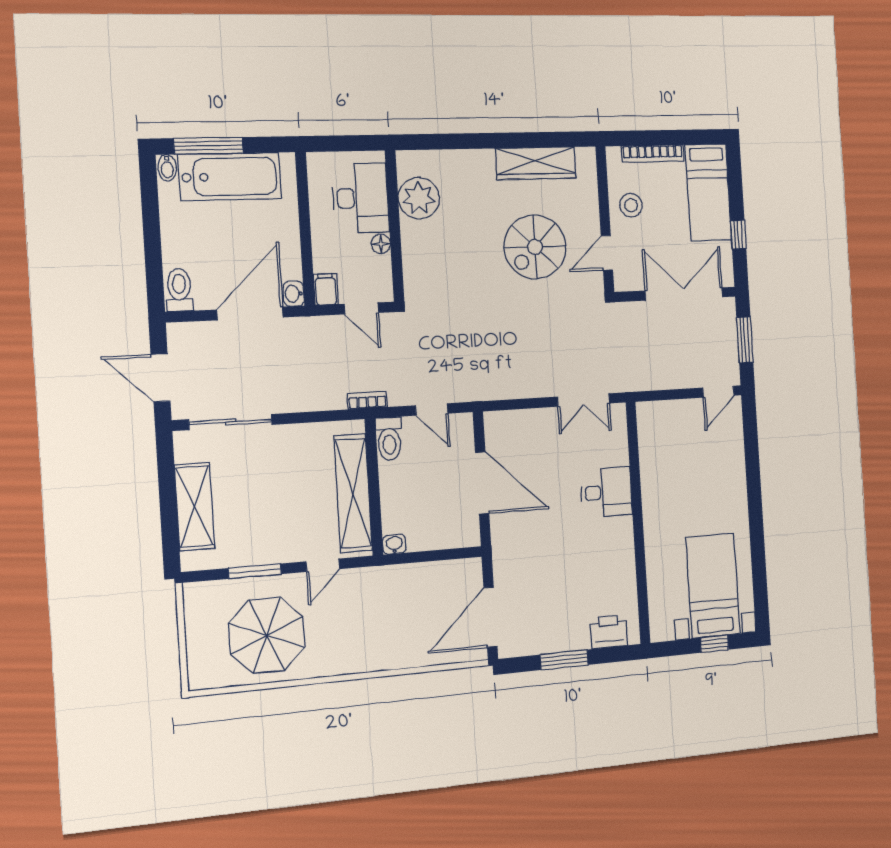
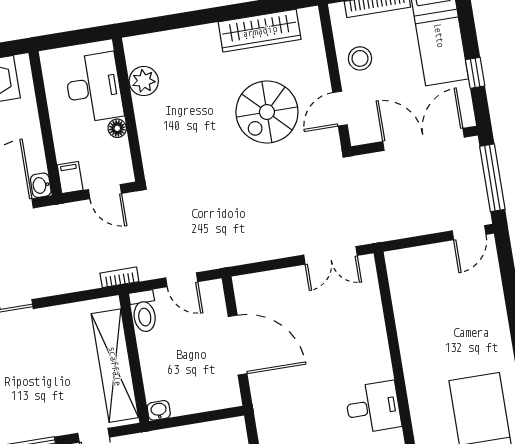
plant: (419, 198) -> (144, 81), width x0.73, depth x0.73
window: (745, 340) -> (492, 178), width x1.44
desk: (606, 492) -> (373, 407), moved

